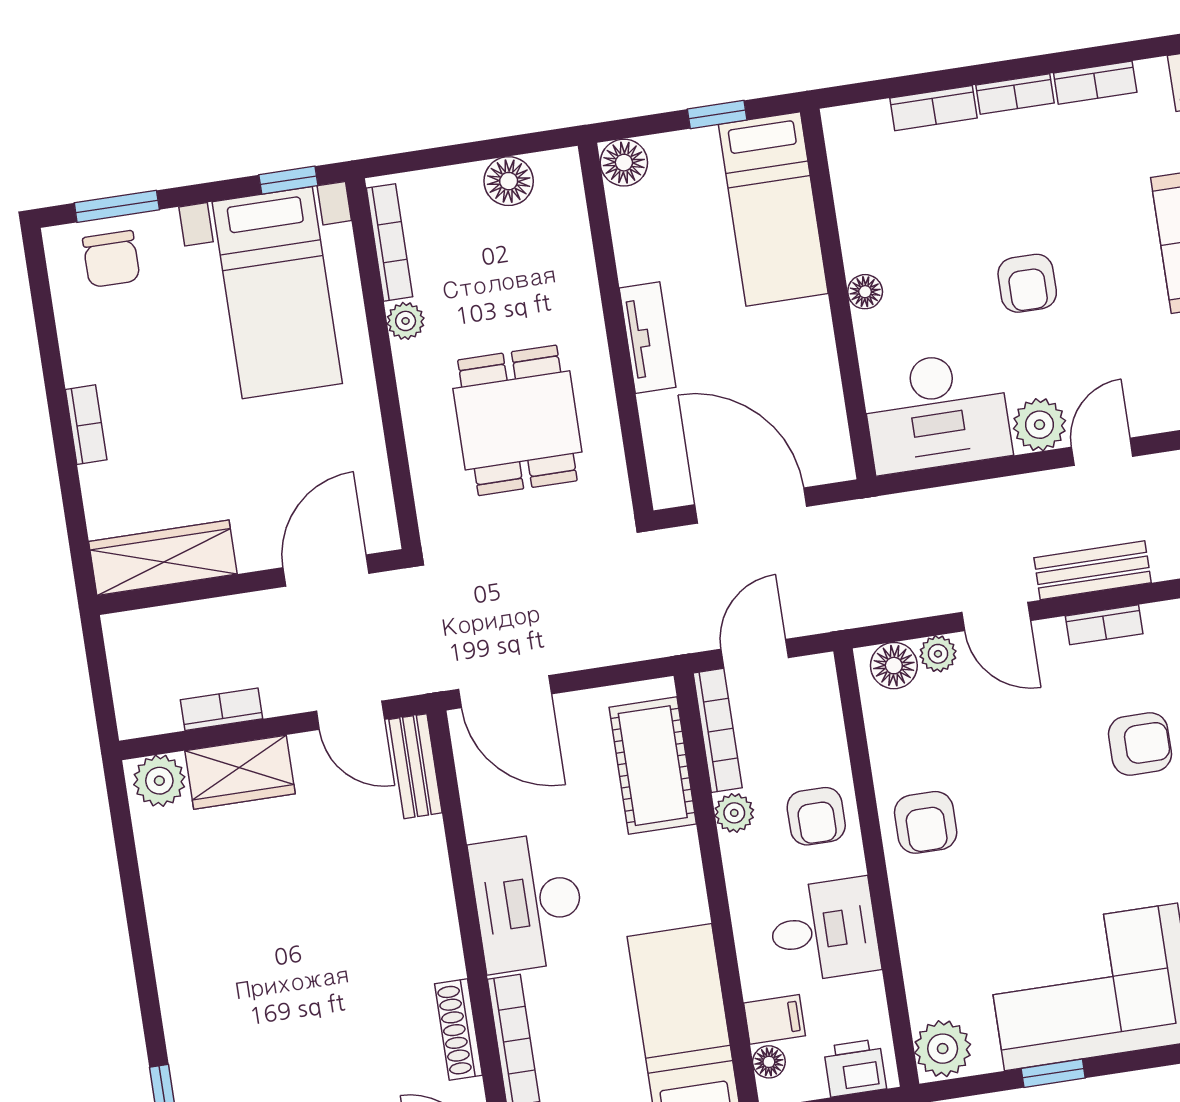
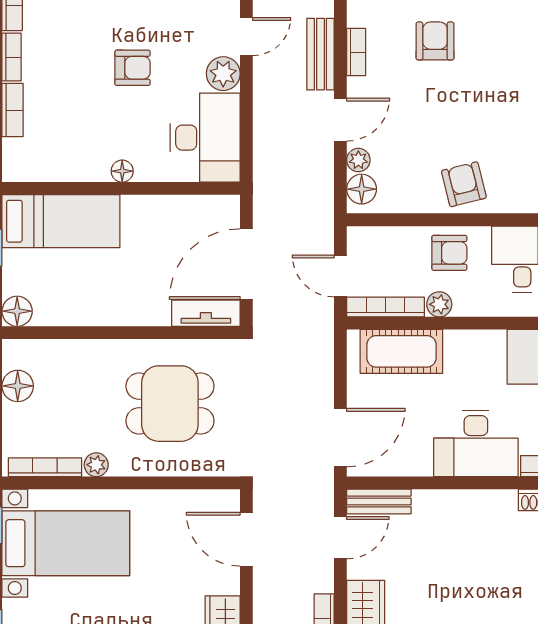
tv unit: (648, 338) -> (206, 313), moved
door: (1102, 452) -> (246, 37), swing flipped
armchair: (926, 822) -> (464, 184), turned -104

